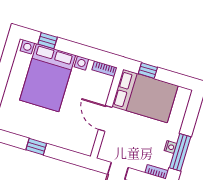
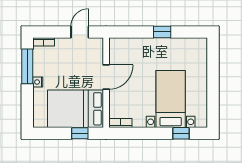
bed with nightstands: (48, 78) -> (171, 99), width x0.73
door: (105, 118) -> (106, 77), hinge flipped
nightstand: (170, 147) -> (38, 82), moved

